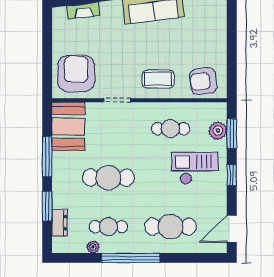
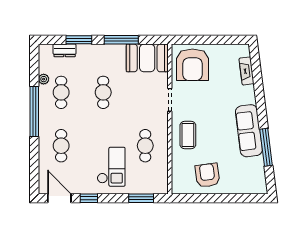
armchair: (76, 74) -> (192, 65), turned 90
armchair: (203, 81) -> (207, 175), moved
plant: (218, 131) -> (144, 186), removed
window: (232, 175) -> (89, 198), moved
cafe table: (108, 178) -> (103, 92), width x0.73, depth x0.74
cafe table: (171, 227) -> (61, 146), width x0.73, depth x0.74

